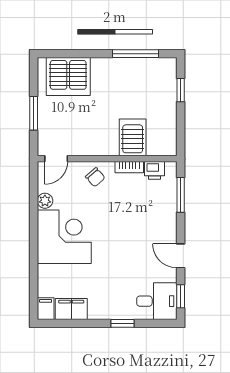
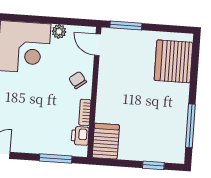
window: (34, 113) -> (126, 26), moved
server rack: (133, 137) -> (106, 141), moved, turned -90
chair: (95, 177) -> (78, 80), turned 94

